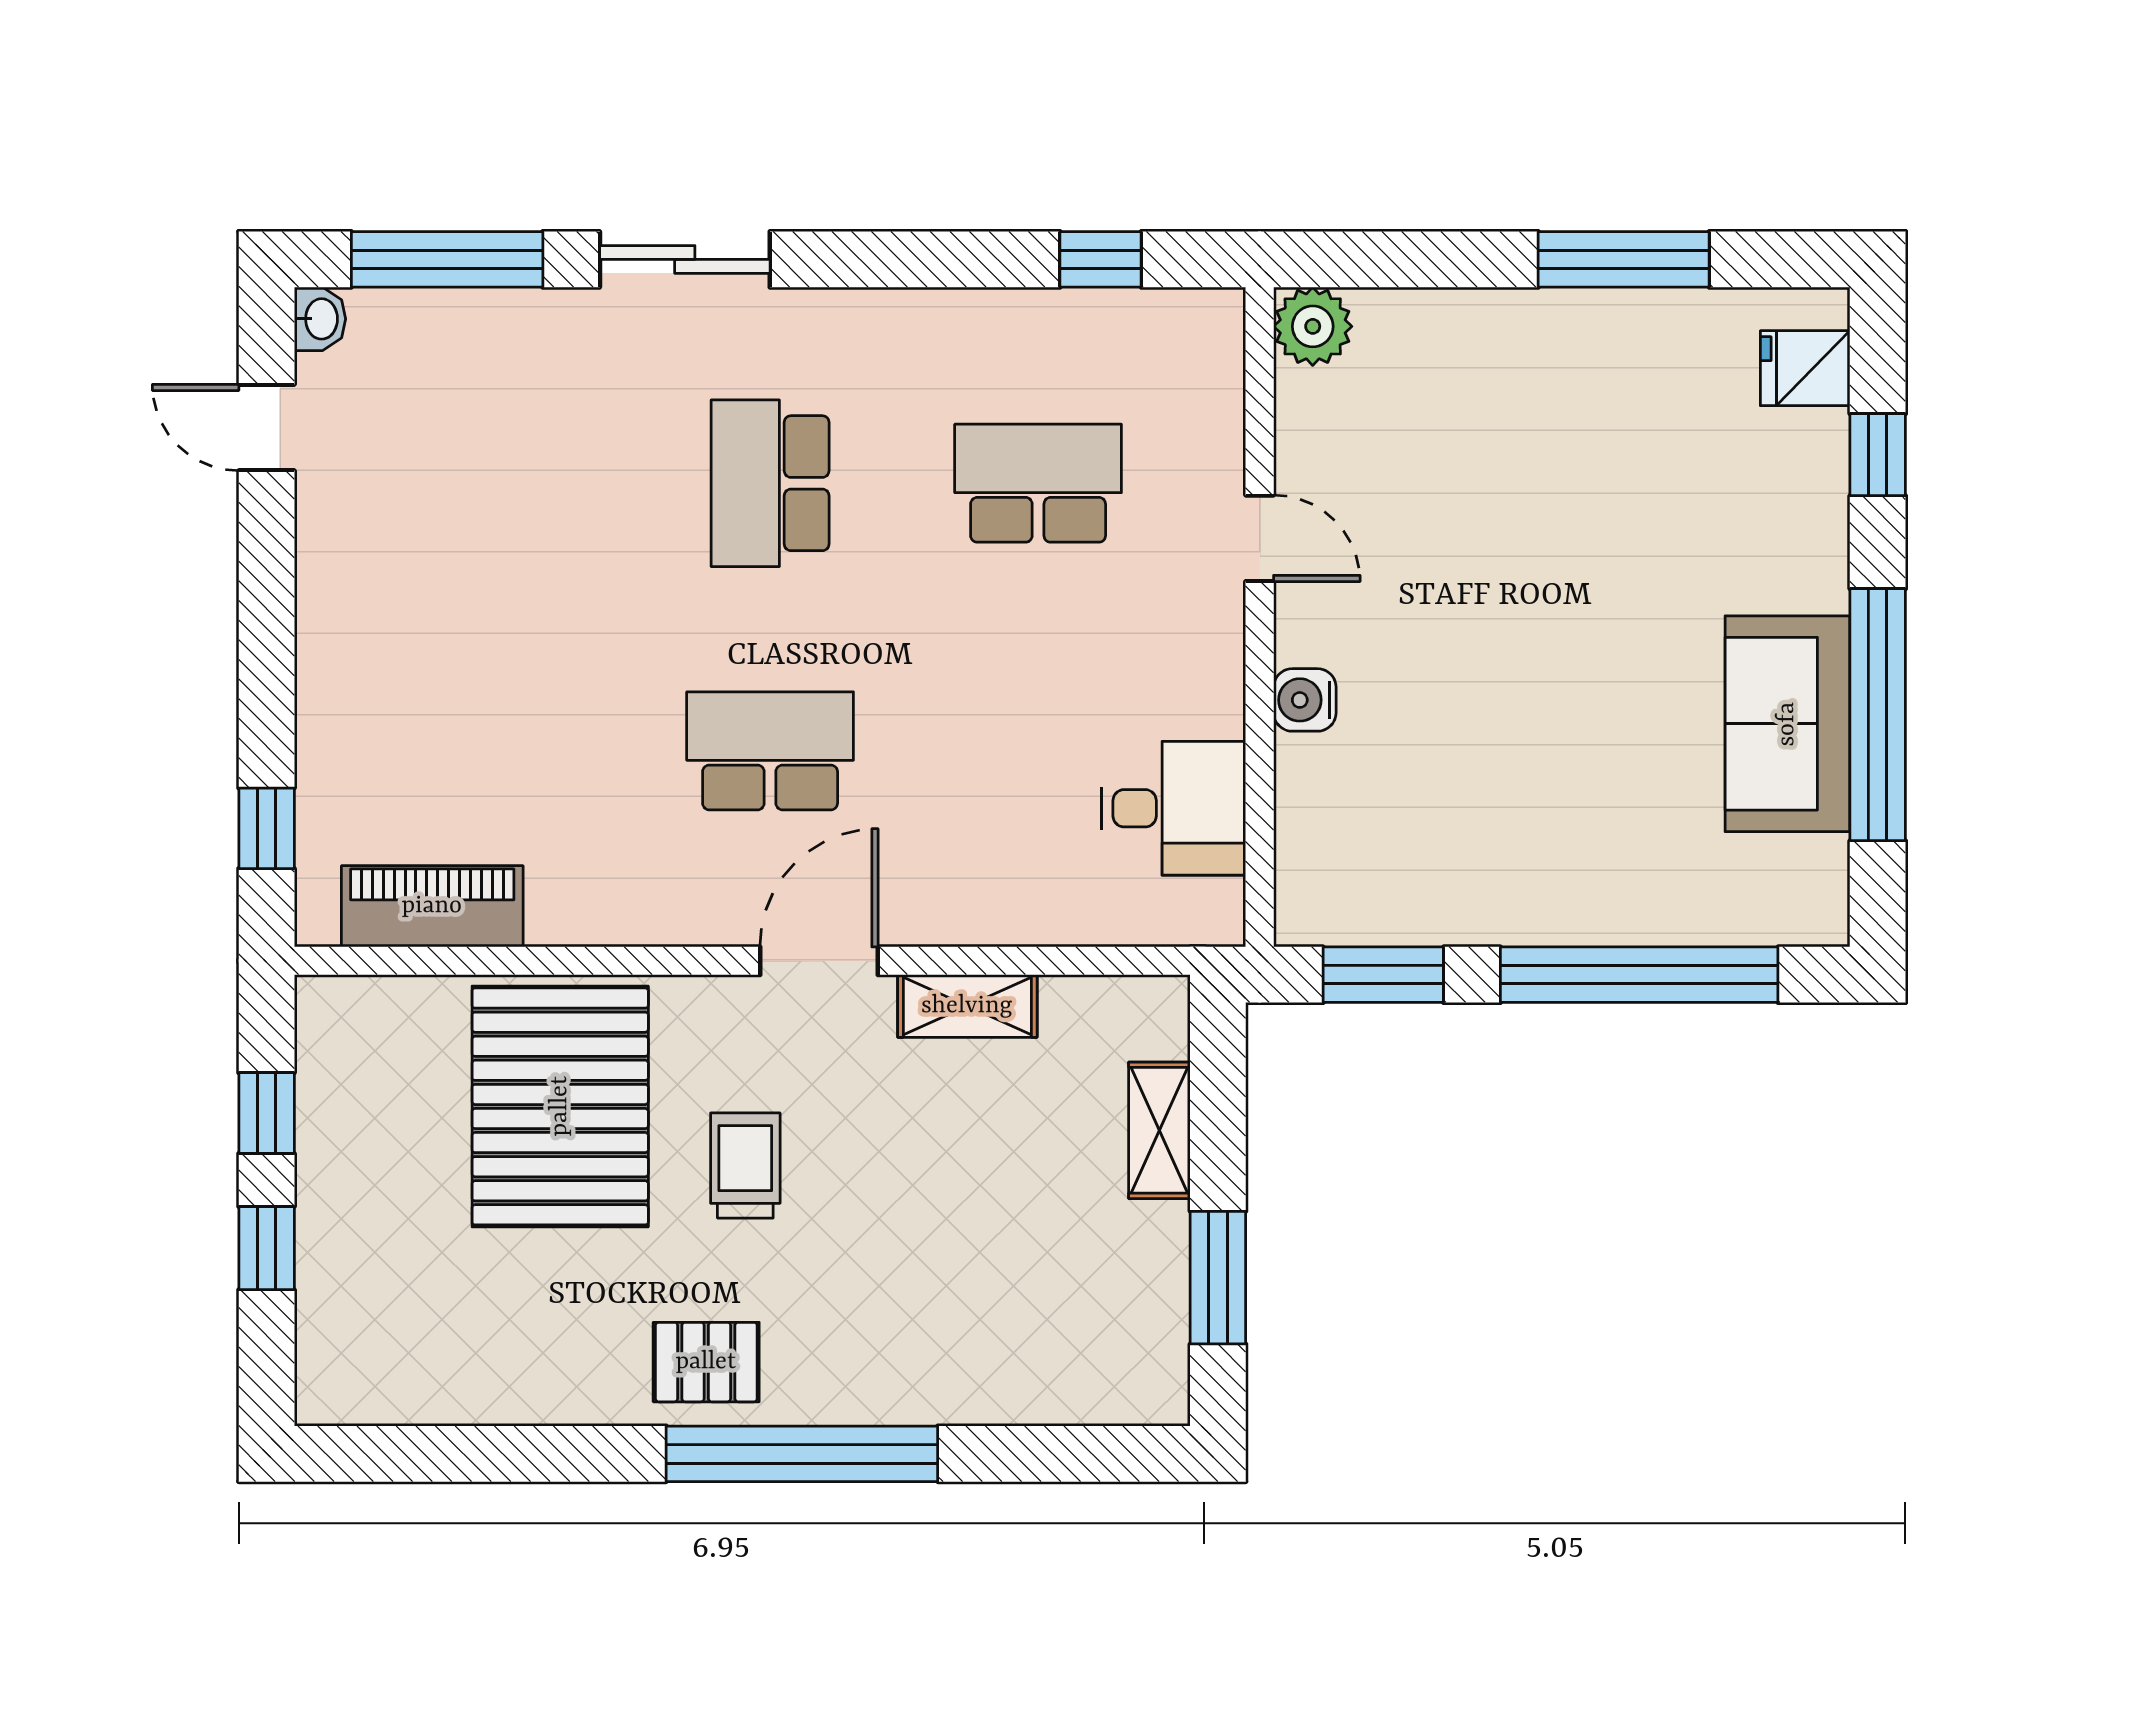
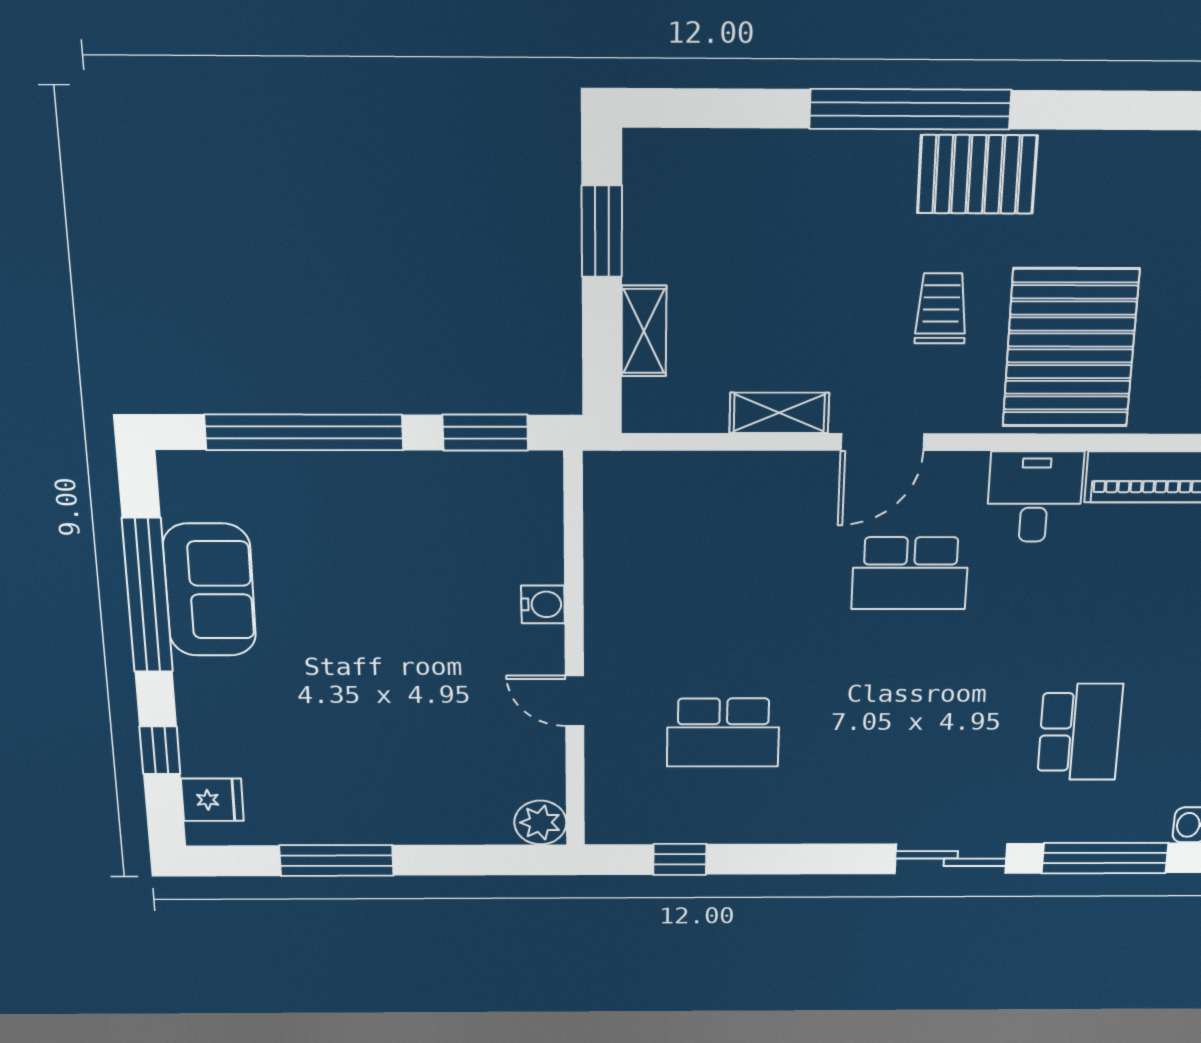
school desk: (770, 483) -> (1080, 732), moved
desk: (1174, 808) -> (1035, 497), moved, turned 90
trolley: (745, 1165) -> (941, 308), turned 180
pallet: (706, 1362) -> (977, 174), width x1.50, depth x1.42

